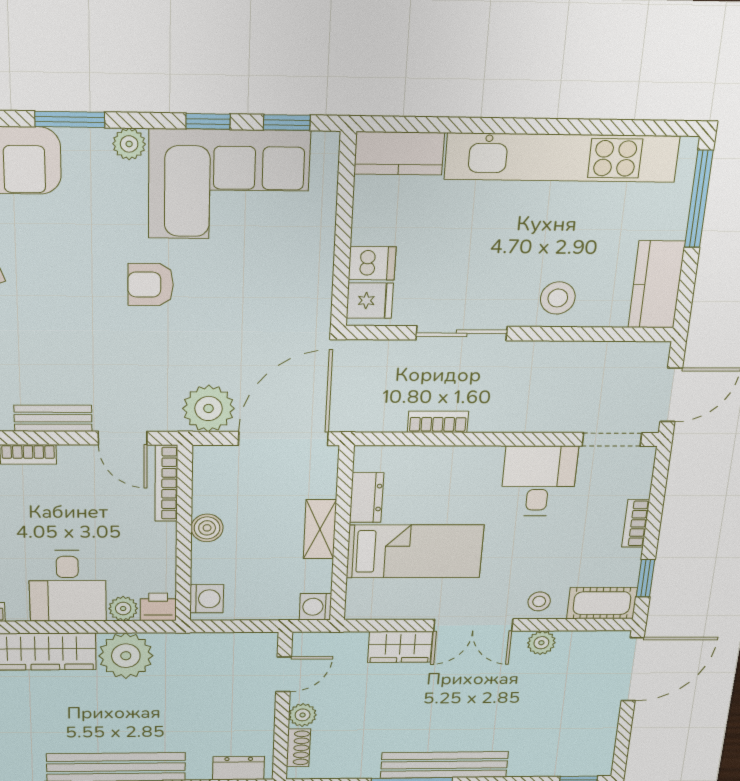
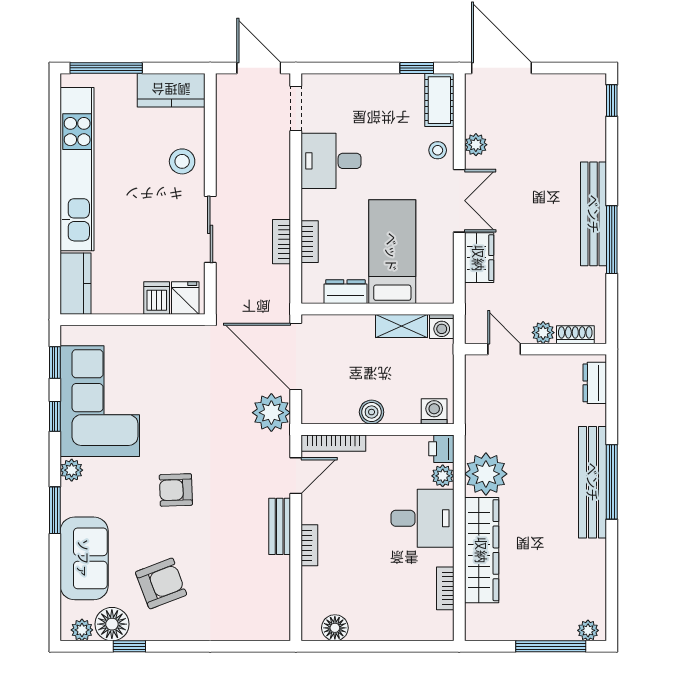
armchair: (151, 285) -> (176, 490), moved, turned 88
bookcase: (636, 523) -> (310, 242), moved, turned -90
shelving: (320, 529) -> (402, 326), moved

